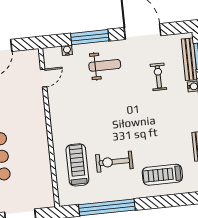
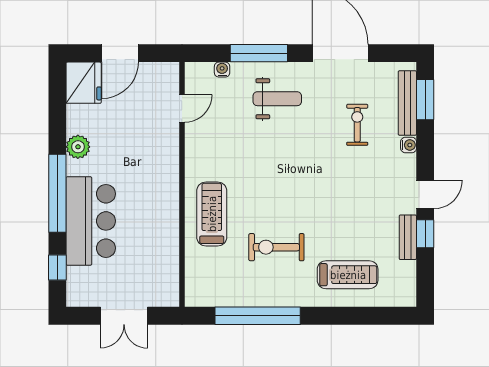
treadmill: (77, 165) -> (212, 214), moved
treadmill: (162, 175) -> (348, 275), turned 180

